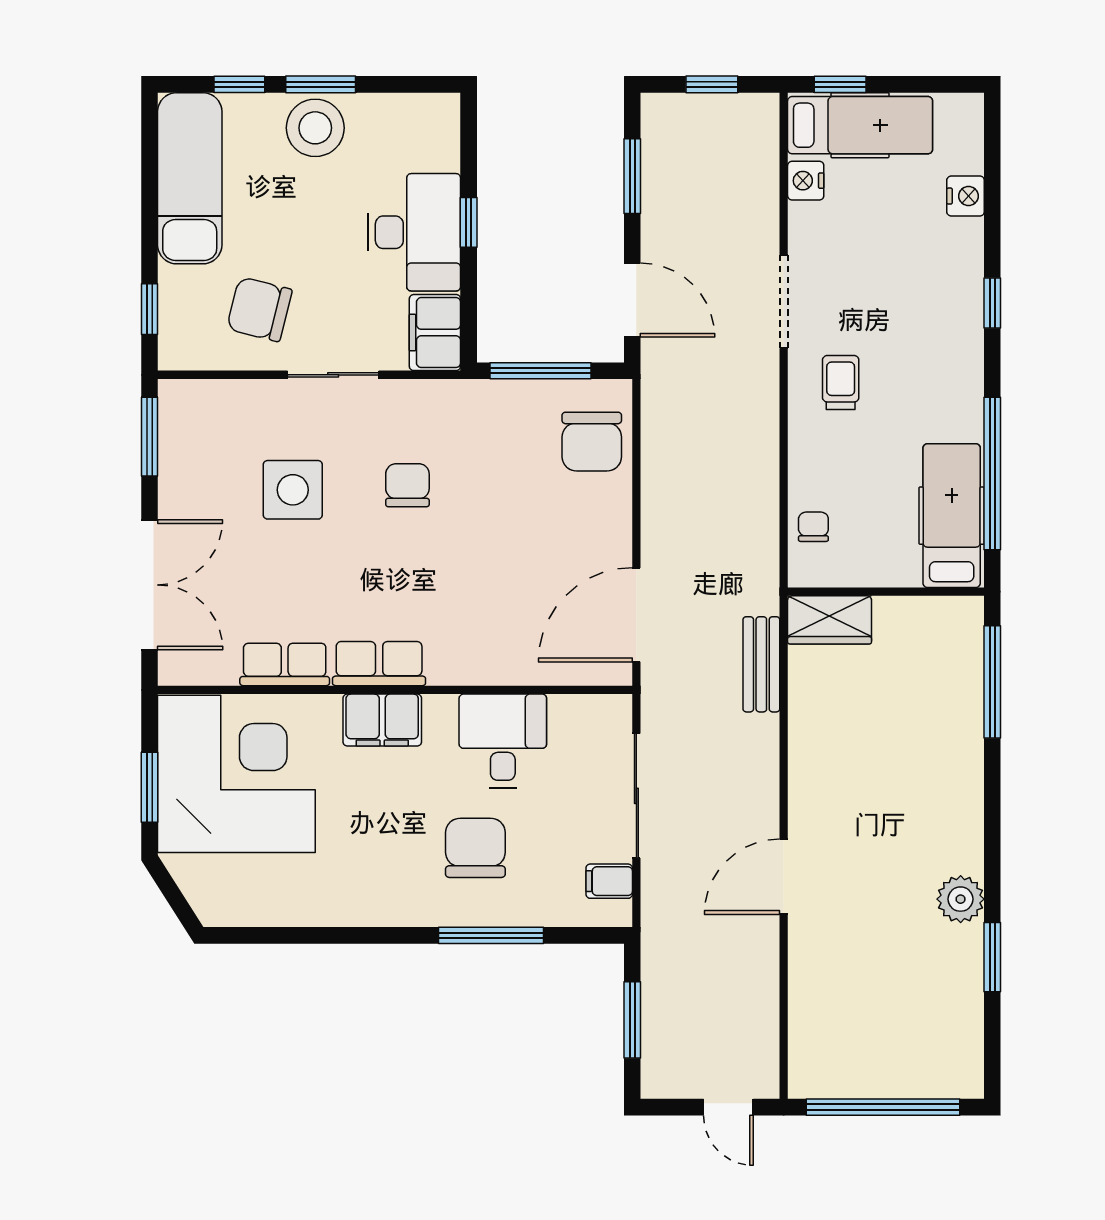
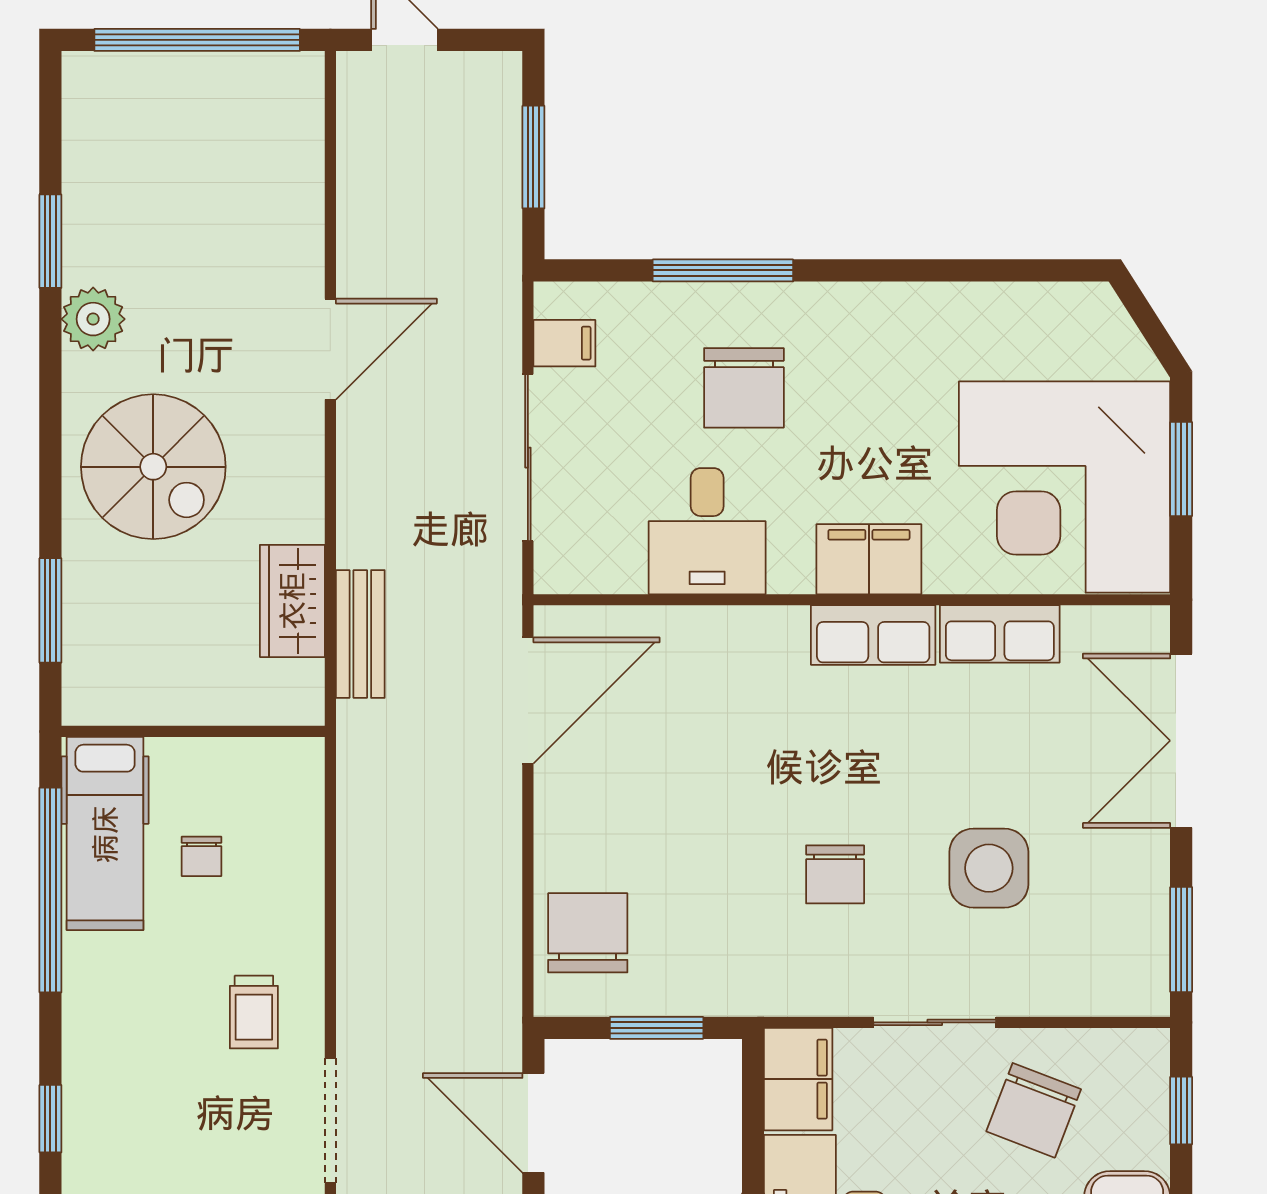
chair: (259, 309) -> (1034, 1110), turned 97
window: (541, 371) -> (657, 1028), width x0.69
chair: (813, 527) -> (201, 856), moved
wardrobe: (830, 620) -> (292, 601), moved, turned -90
window: (992, 682) -> (50, 610), width x0.69
spiral stairs: (916, 789) -> (153, 467), added

